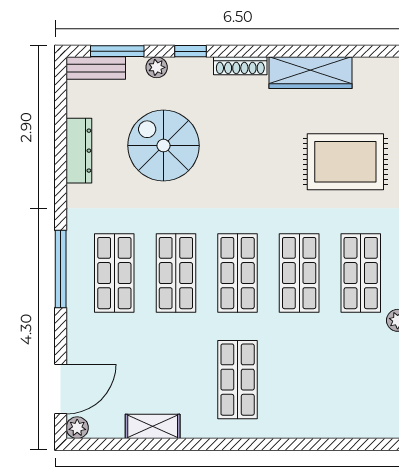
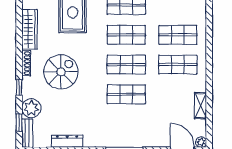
window: (117, 51) -> (19, 123), width x0.67
plant: (157, 67) -> (31, 108), width x1.88, depth x1.88
spiral stairs: (163, 146) -> (61, 72), moved, turned 180
shop shelf: (114, 273) -> (178, 35), moved

